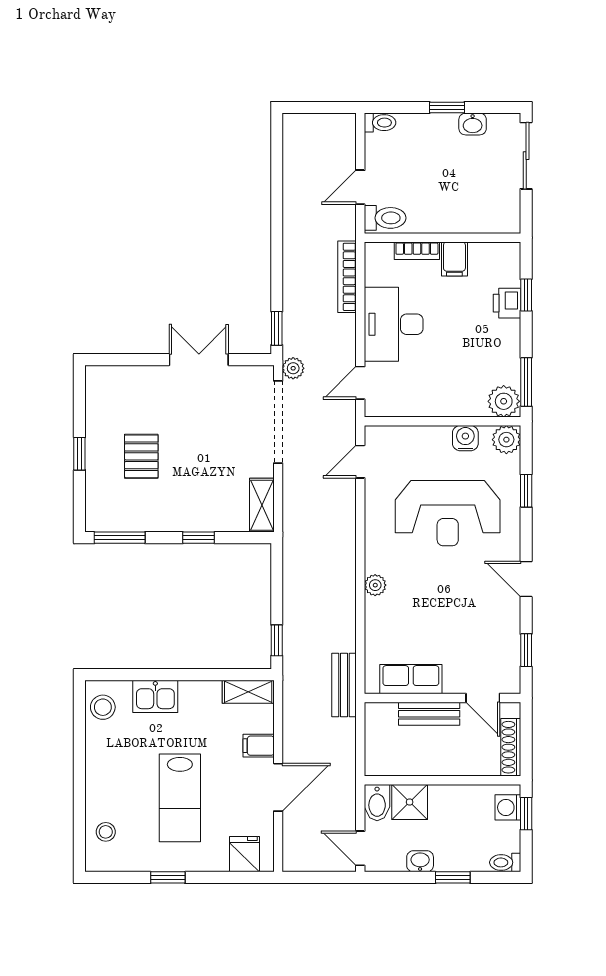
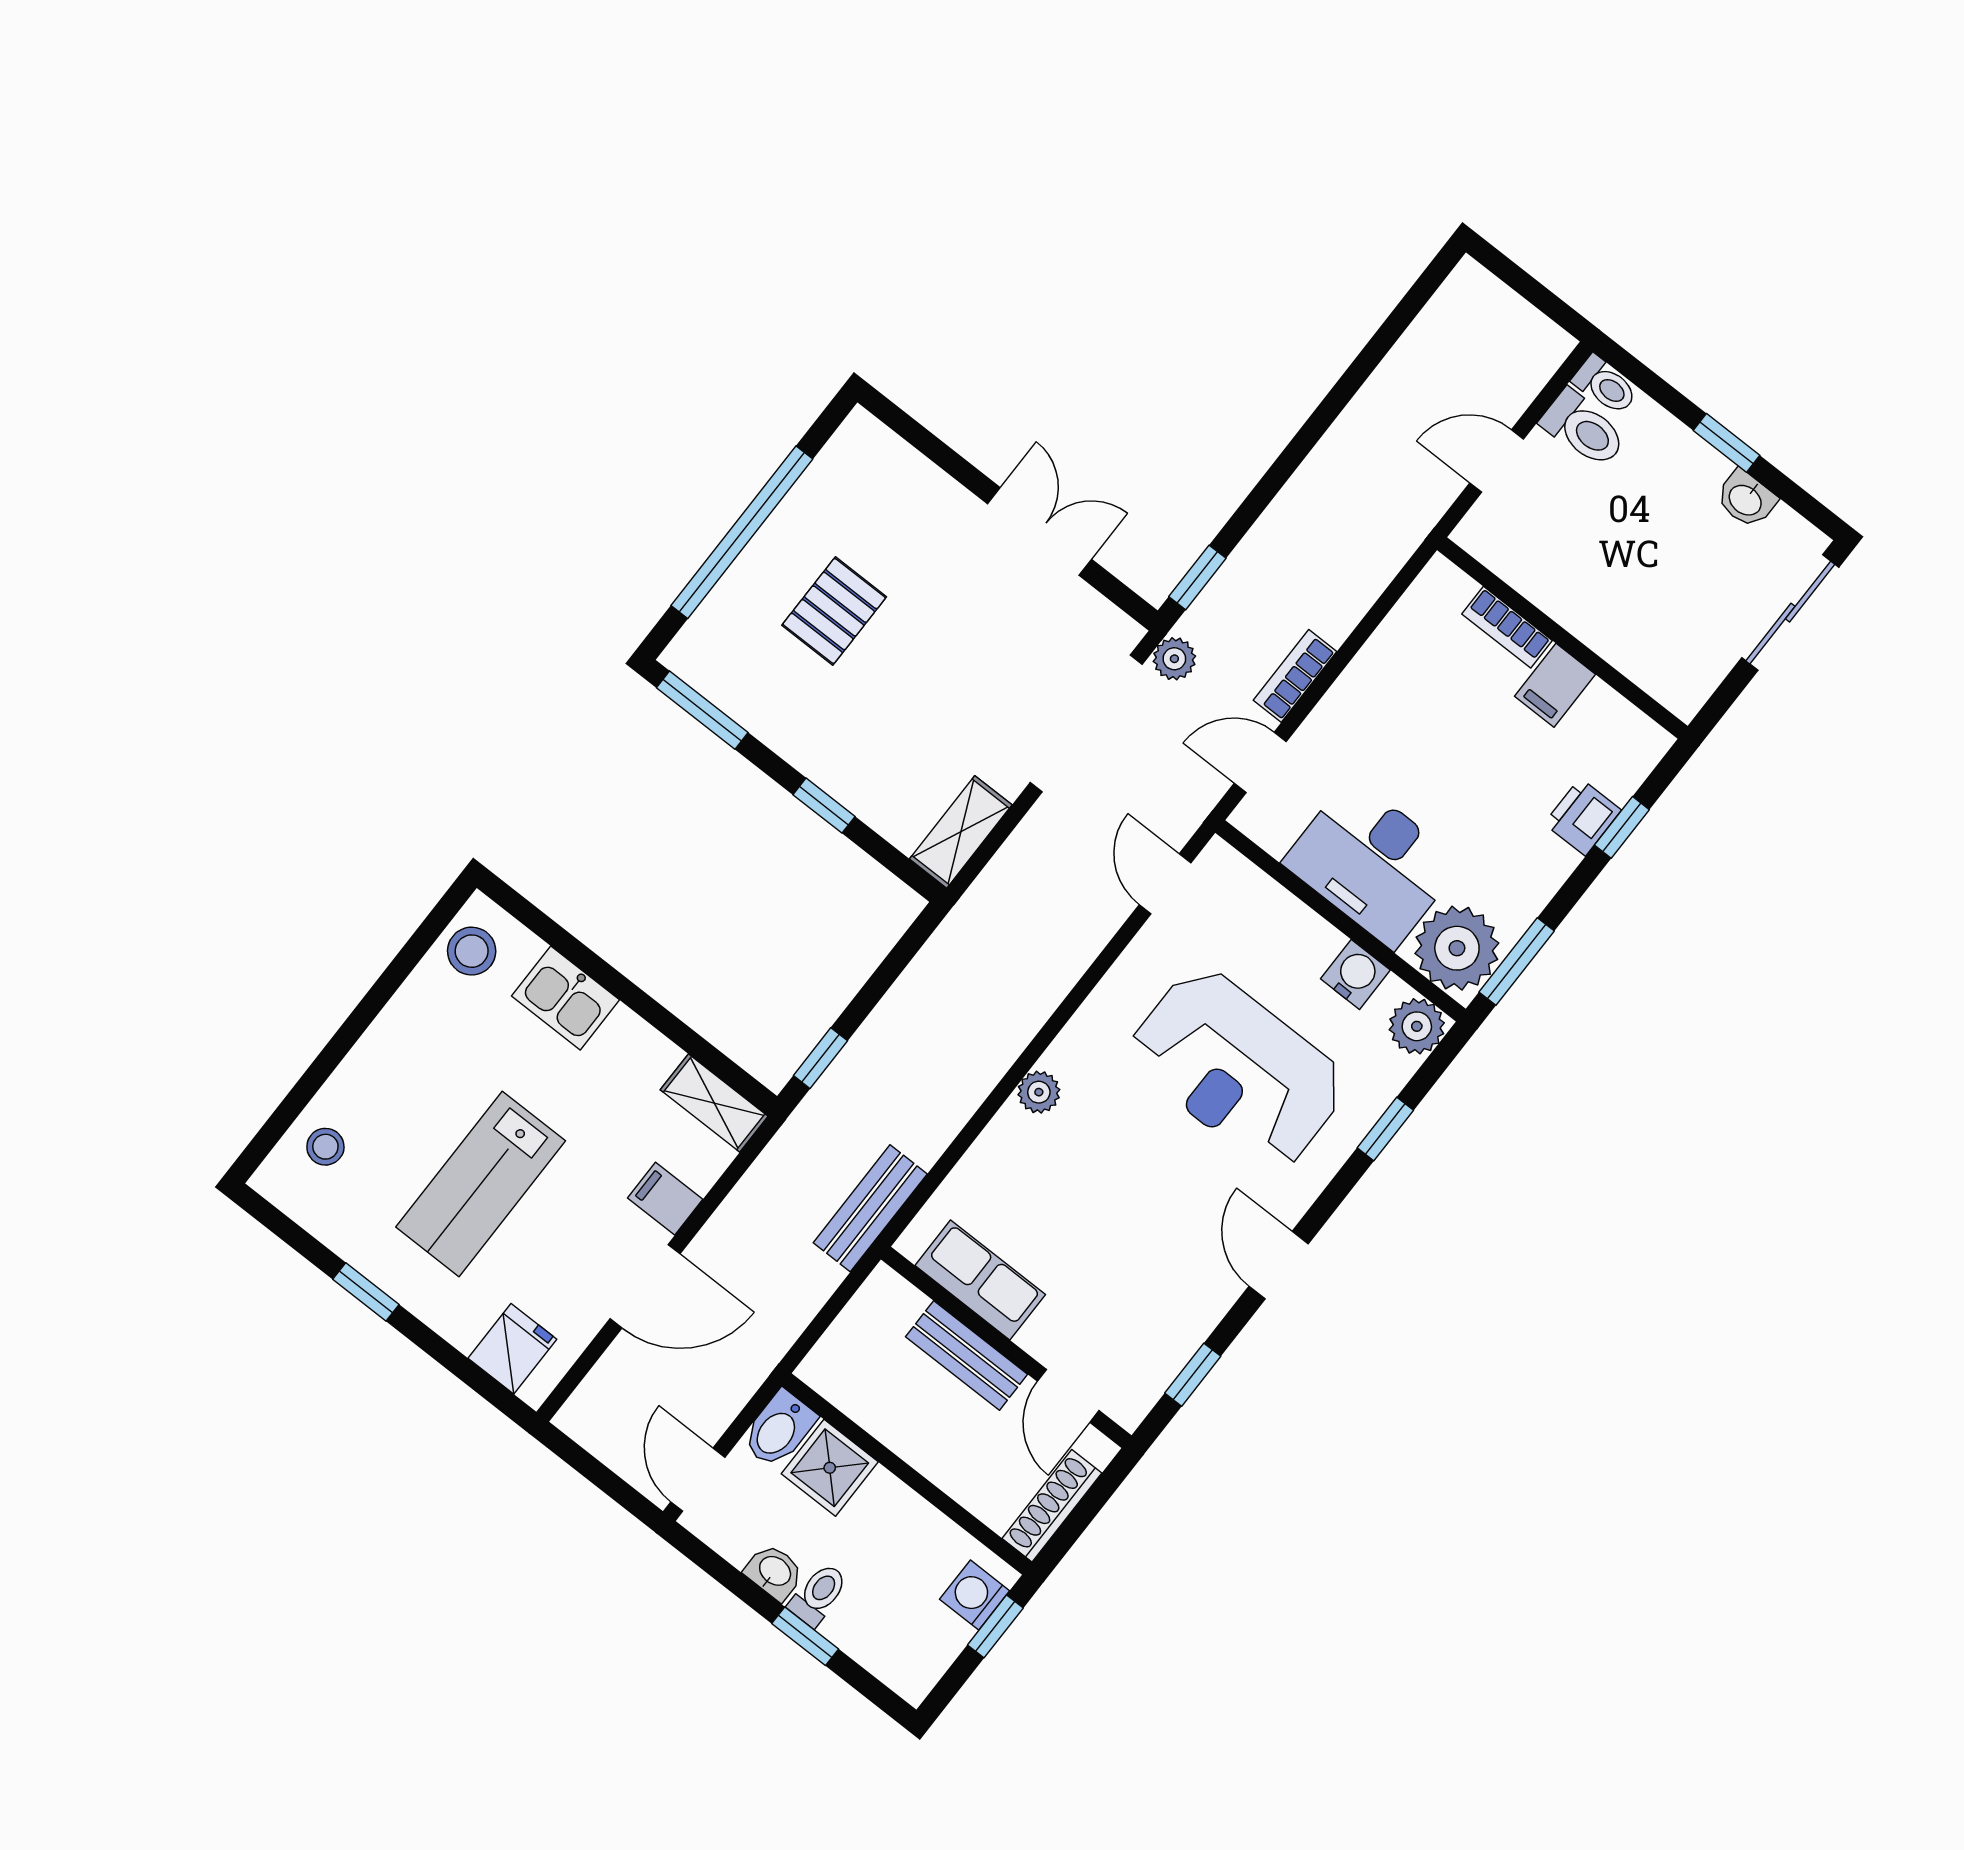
toilet: (385, 218) -> (1583, 429), moved
bookcase: (347, 277) -> (1295, 676), moved, width x0.64
desk: (394, 324) -> (1372, 863), moved, turned -90
plant: (504, 401) -> (1457, 948), width x1.36, depth x1.36
window: (79, 454) -> (742, 532), width x3.17
door: (360, 462) -> (1165, 884), hinge flipped
toilet: (505, 862) -> (818, 1595), moved, turned 90

